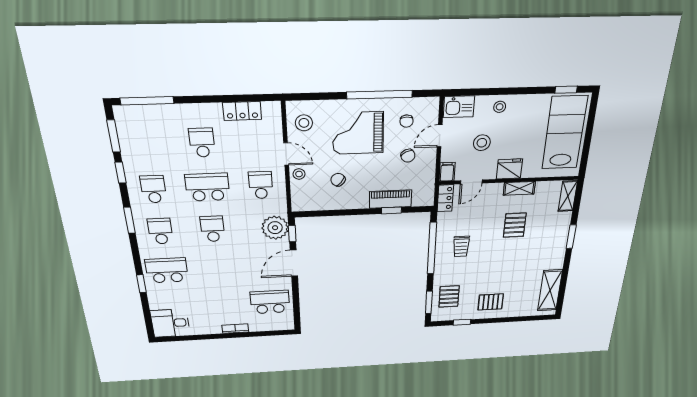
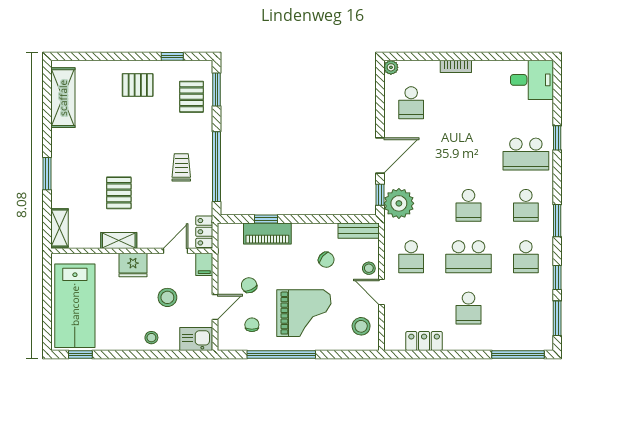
bench: (310, 205) -> (359, 231), added
school desk: (270, 302) -> (411, 103), width x0.54
plant: (288, 325) -> (391, 67), added

